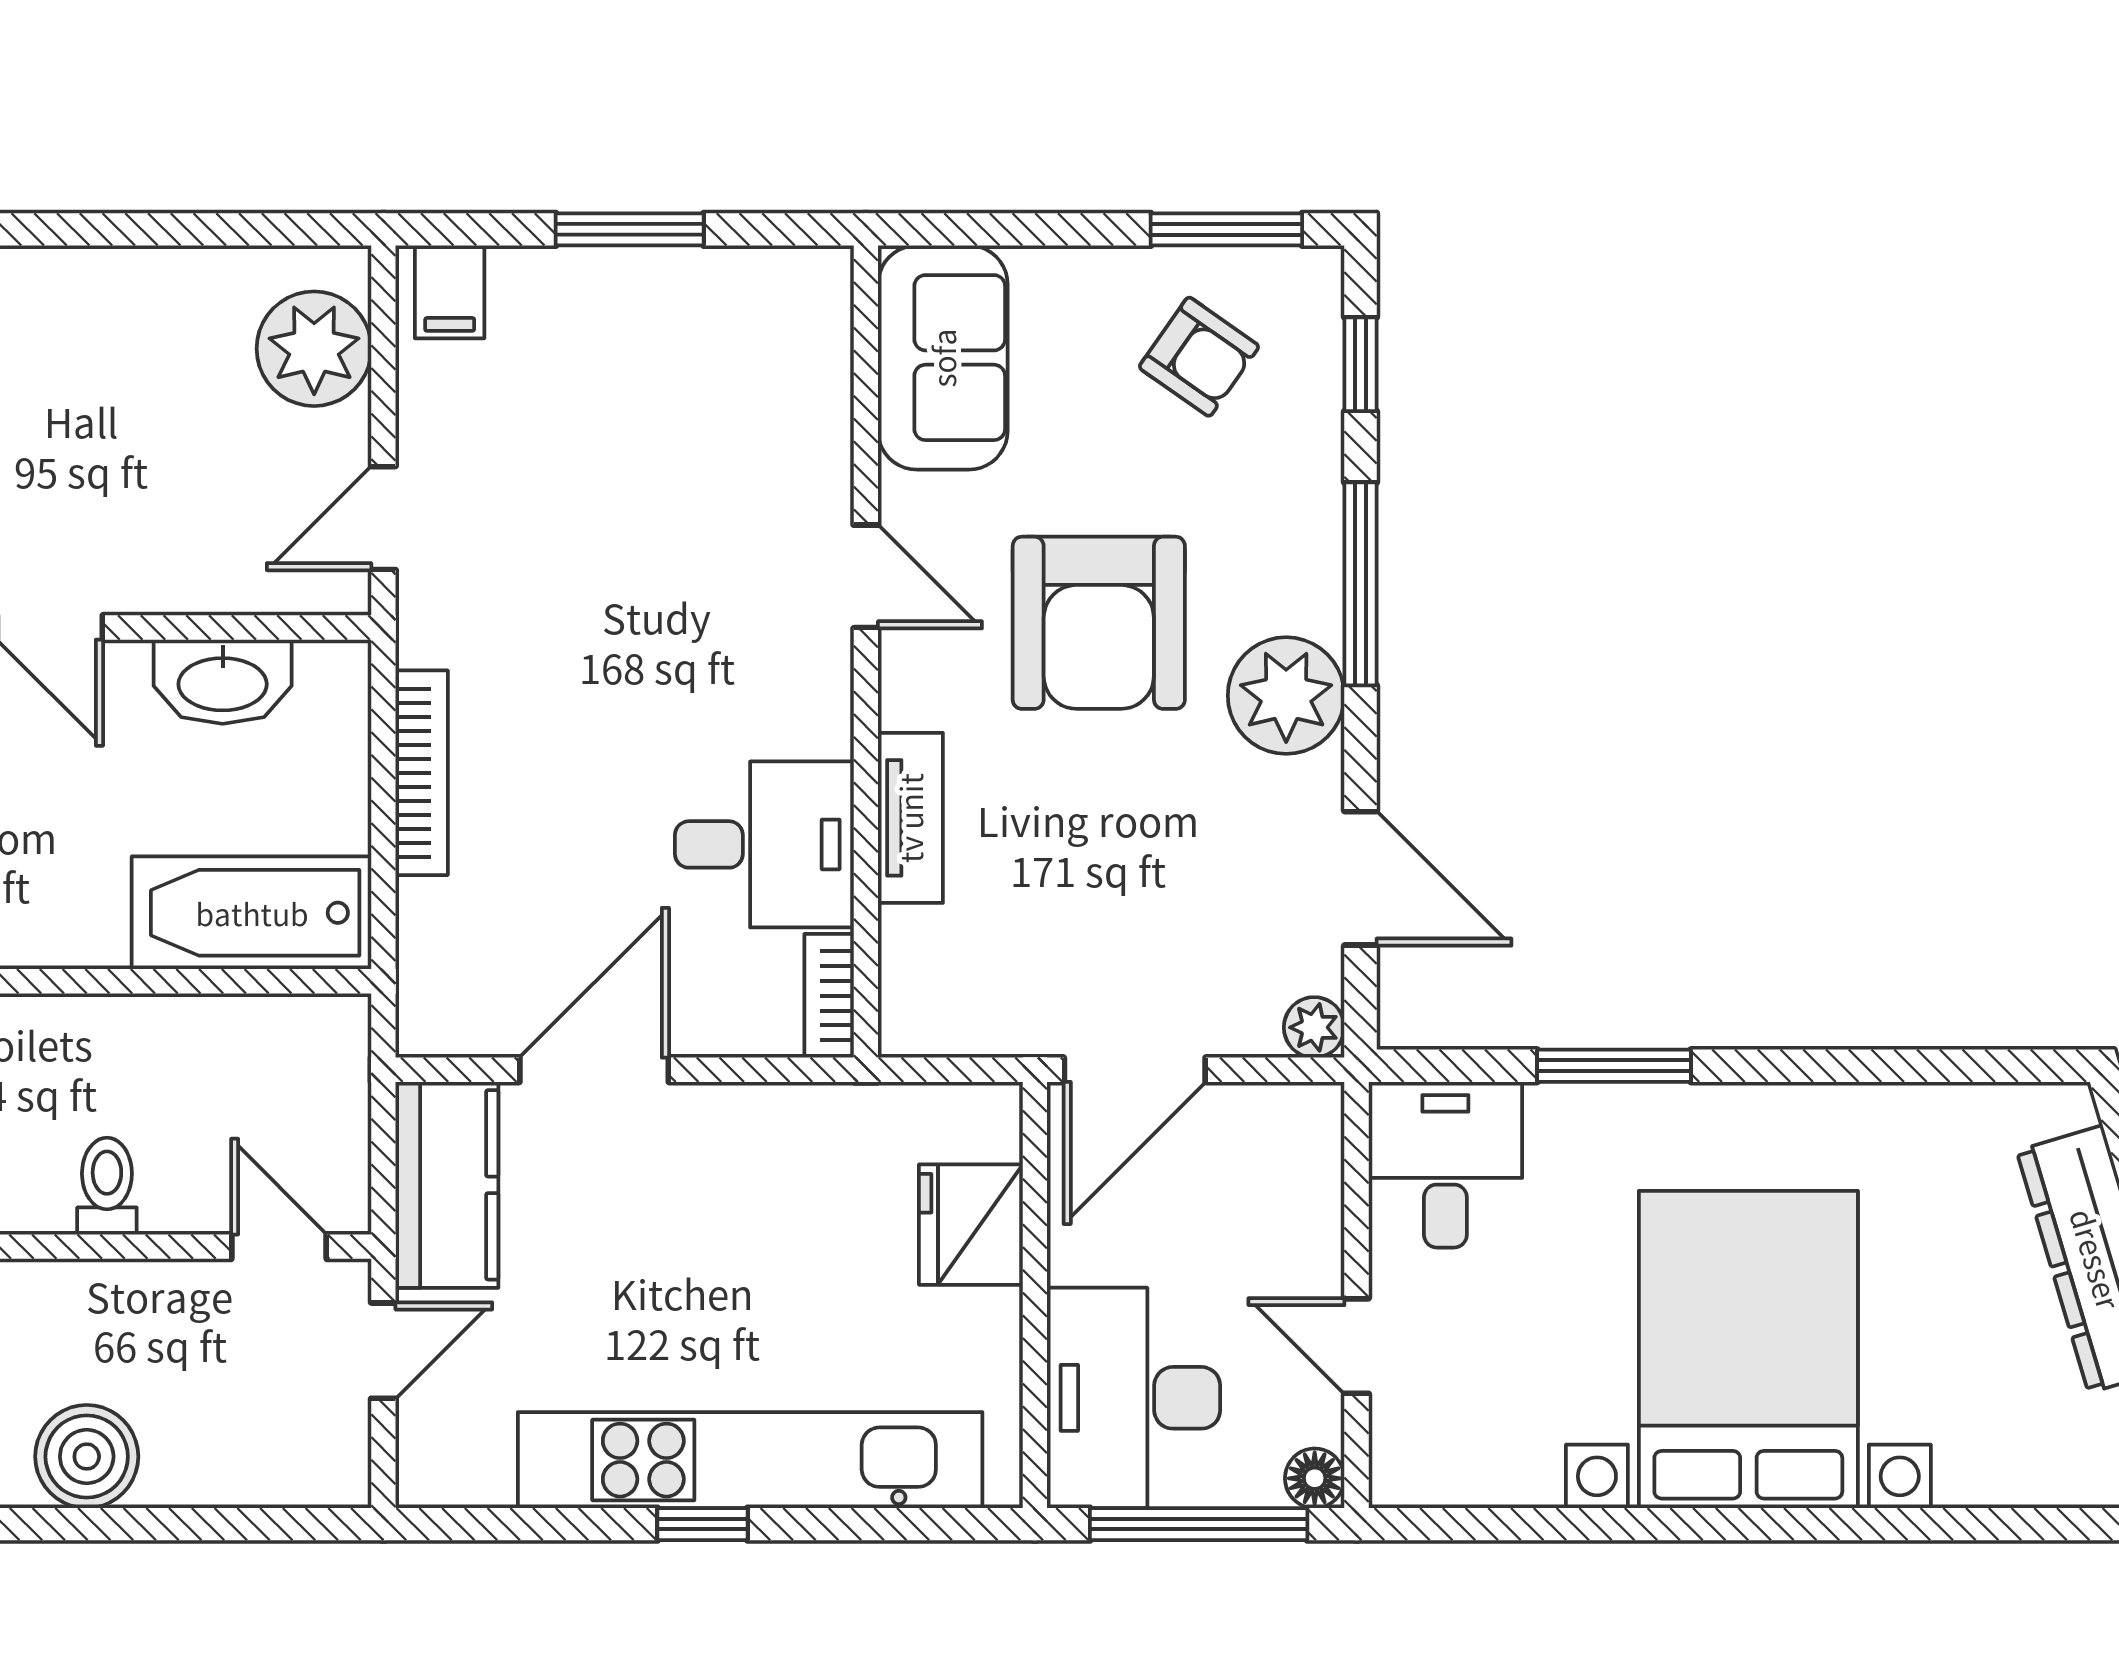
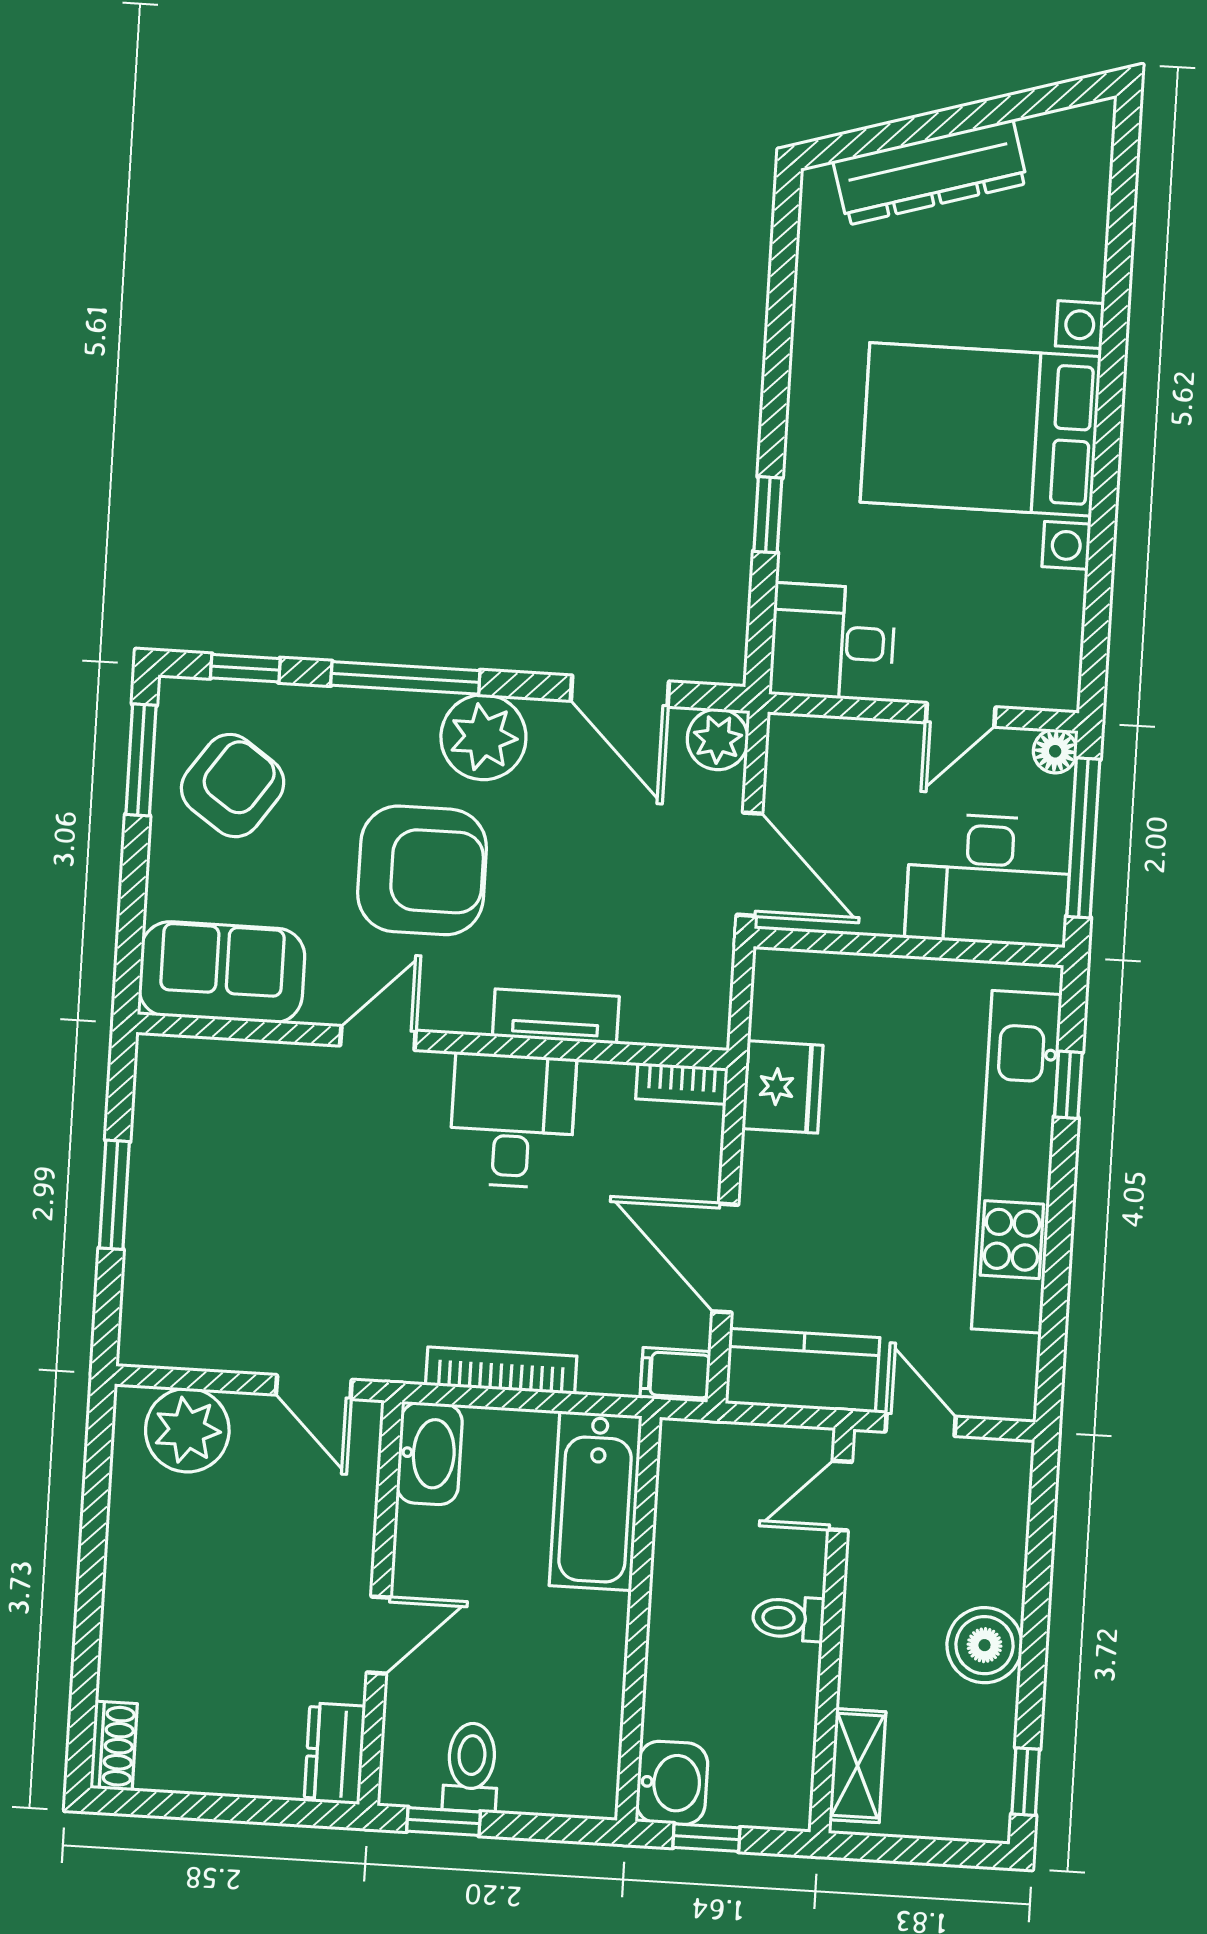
filing cabinet: (450, 292) -> (675, 1375), moved, turned 180
armchair: (1199, 357) -> (233, 786), width x1.38, depth x1.38
washbasin: (223, 682) -> (429, 1453), moved
desk: (764, 844) -> (512, 1121), moved
door: (1361, 878) -> (620, 691), swing flipped
plant: (1314, 1027) -> (718, 739), width x1.38, depth x1.38
window: (1614, 1066) -> (768, 515), width x0.67
fridge: (971, 1225) -> (783, 1087), moved, turned -90
window: (702, 1524) -> (1068, 1085), moved

